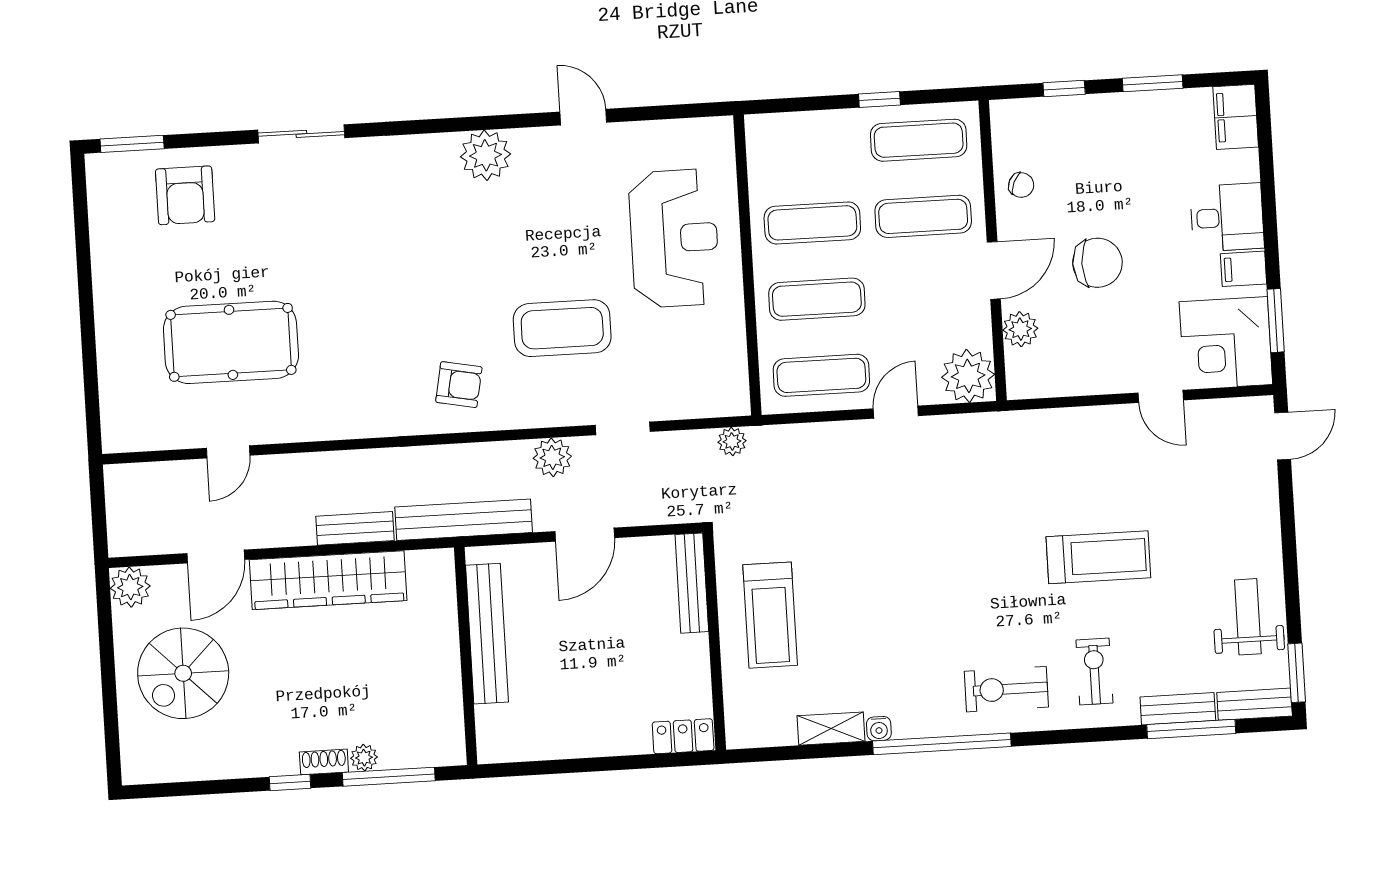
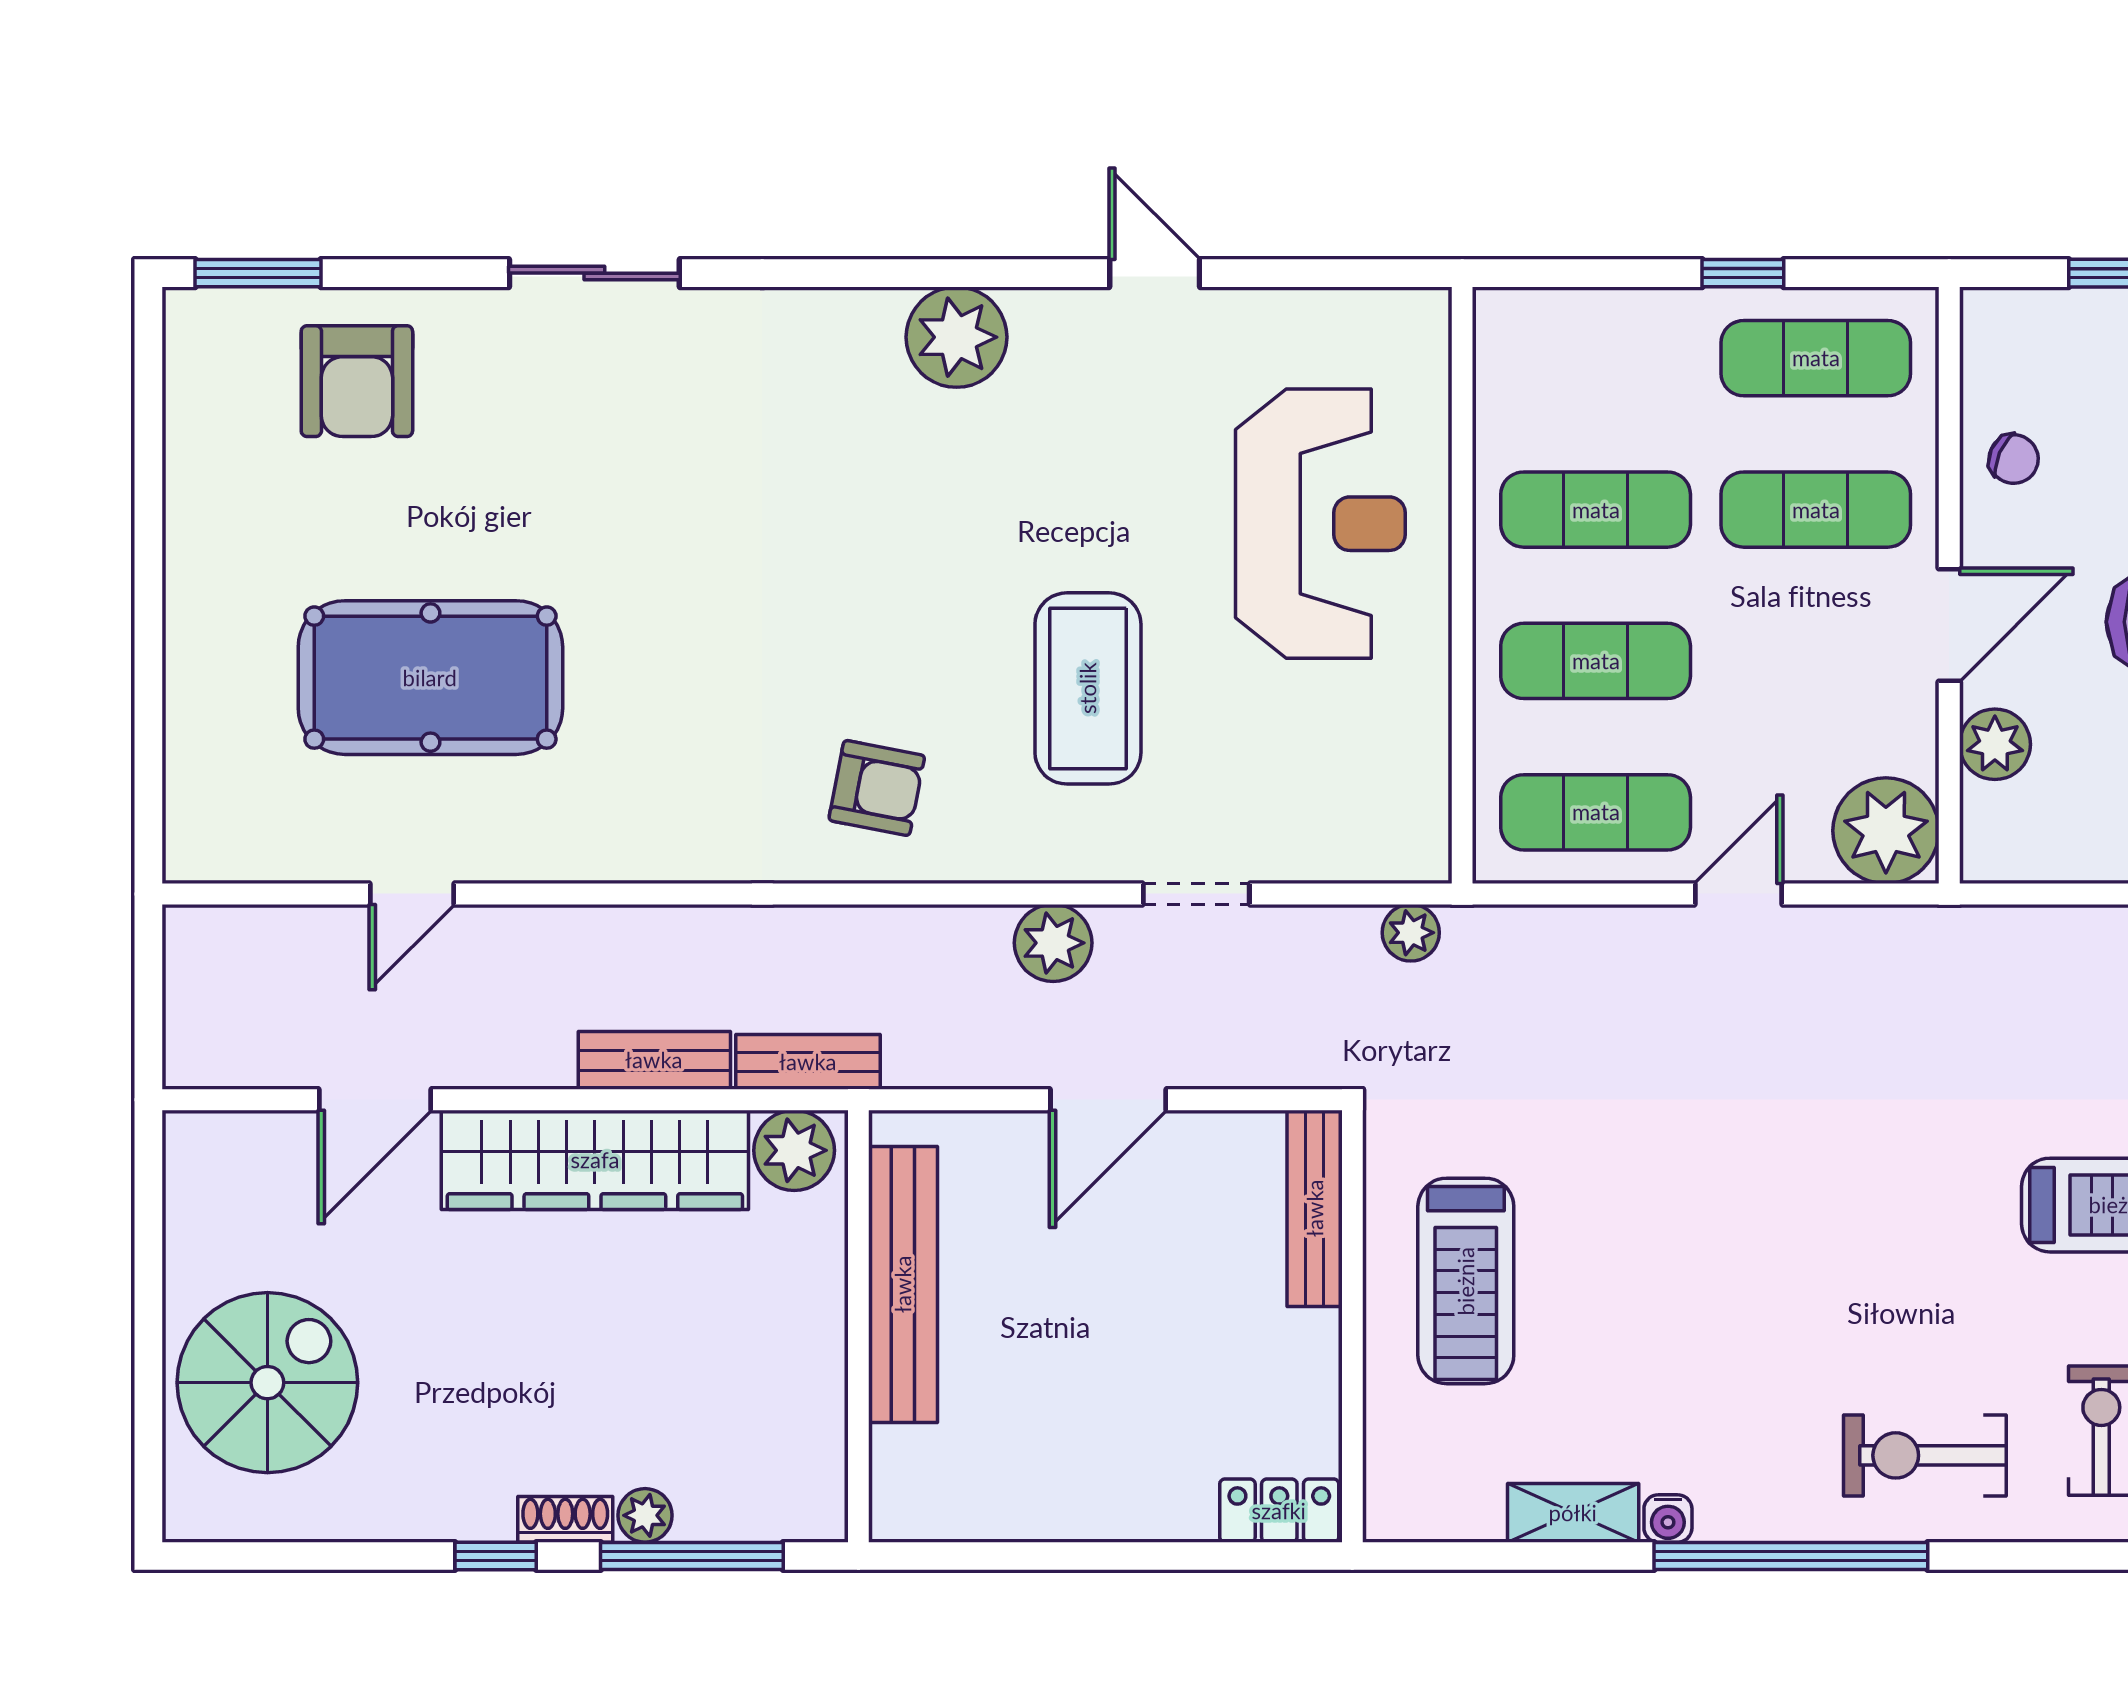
coffee table: (562, 328) -> (1088, 688), turned 90
bench: (464, 520) -> (808, 1062), width x0.54, depth x0.82
plant: (130, 587) -> (794, 1150), moved
spiral stairs: (183, 673) -> (267, 1383), moved, turned 180

